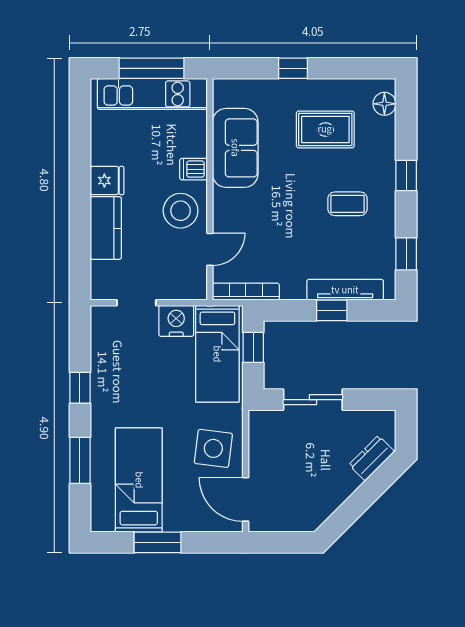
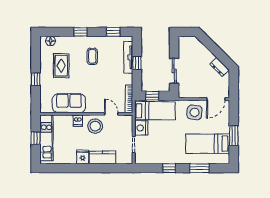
window: (152, 68) -> (36, 138), width x0.46
dresser: (372, 458) -> (219, 67), moved

